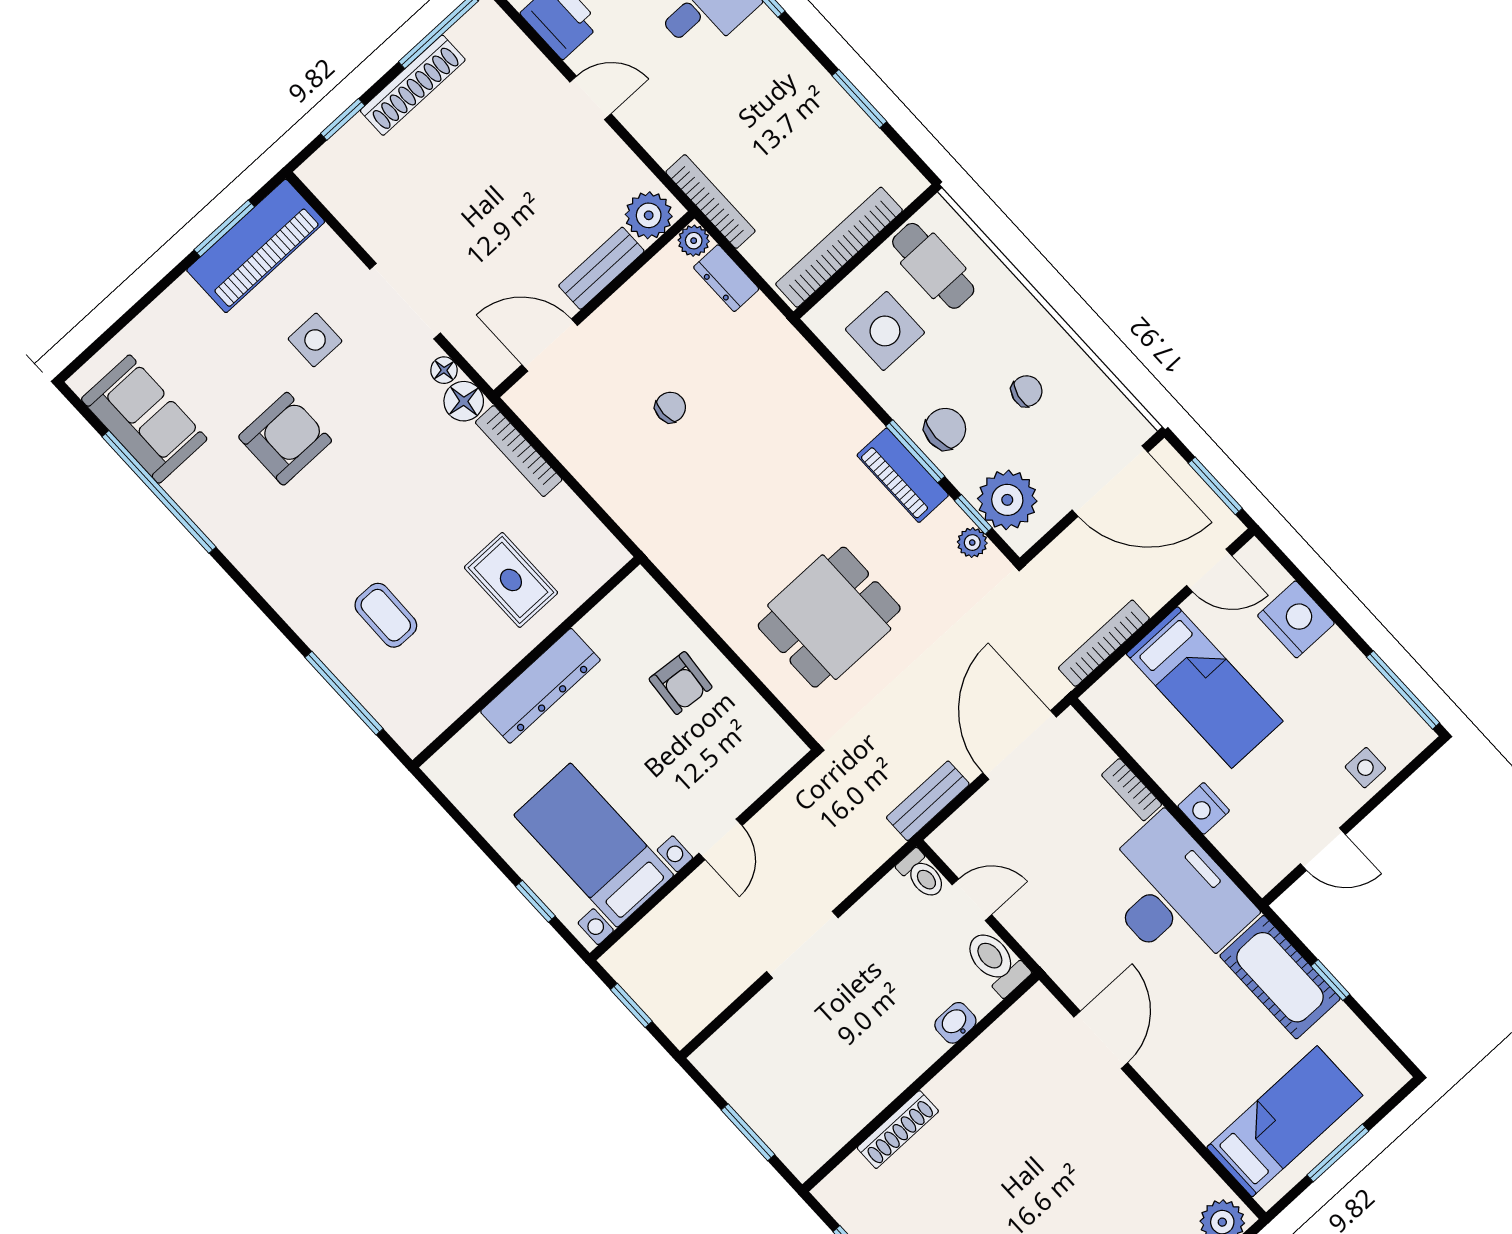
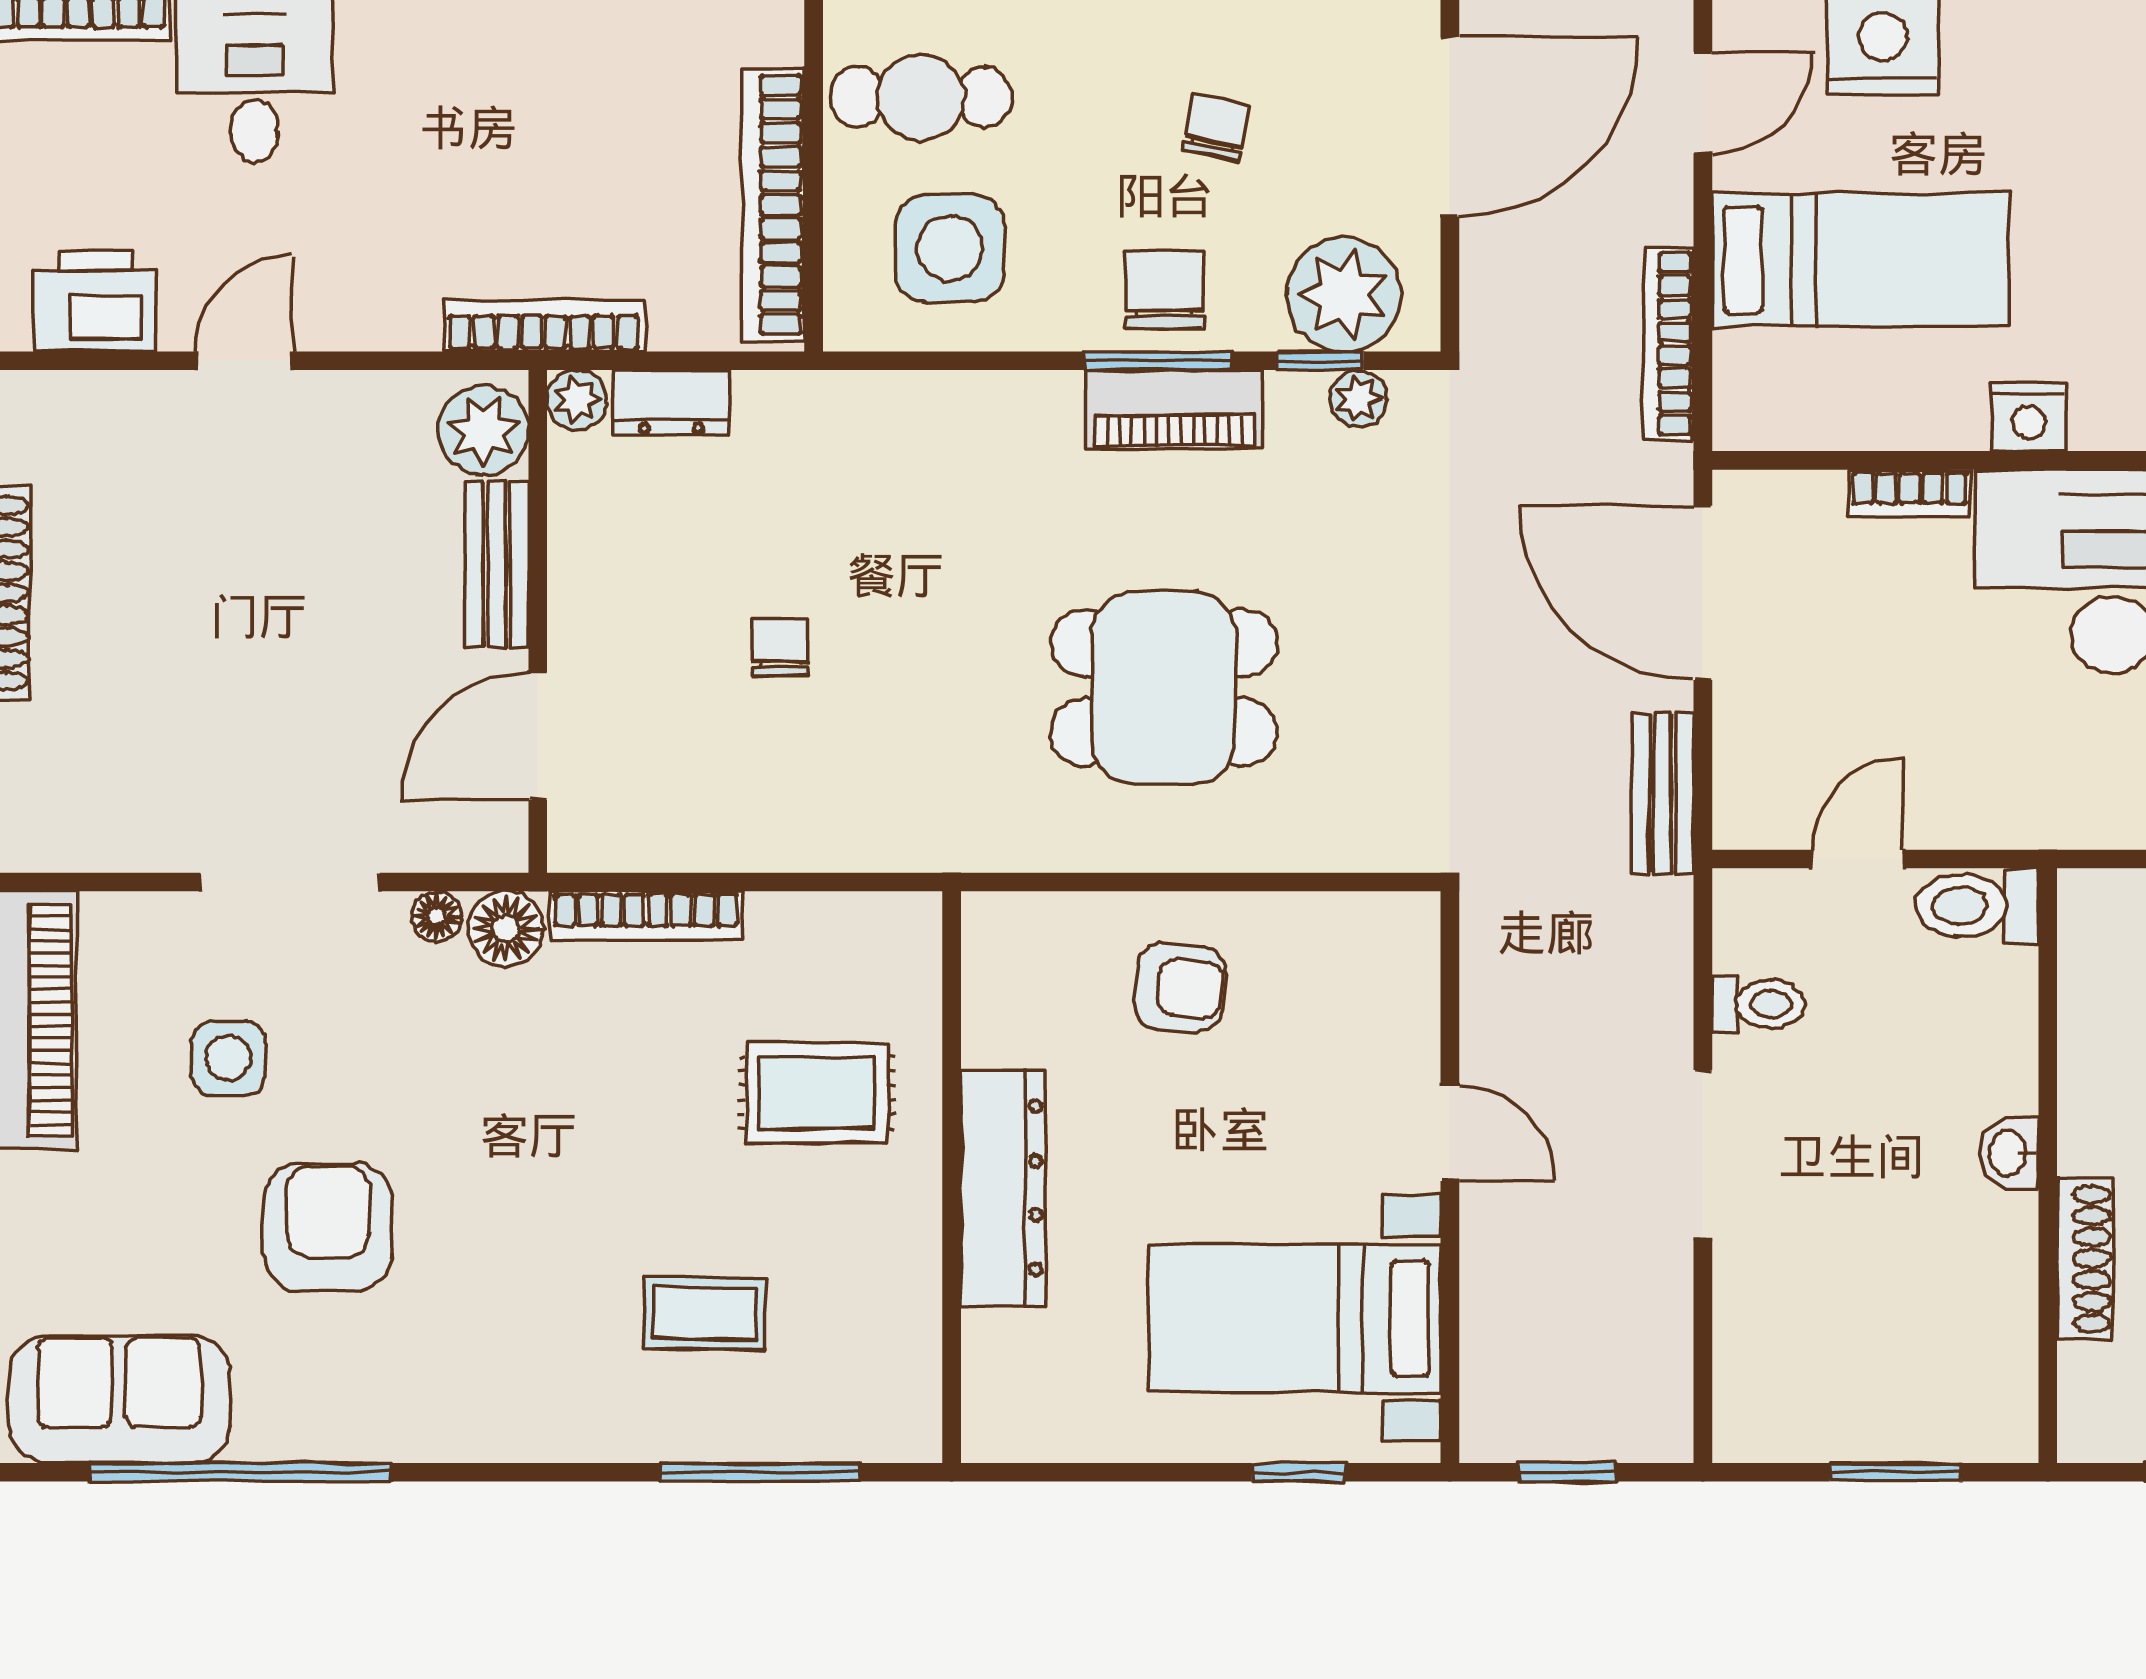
dining table: (829, 617) -> (1164, 688), moved, turned 90
toilet: (922, 875) -> (1758, 1004), moved
washbasin: (955, 1023) -> (2009, 1153), moved

